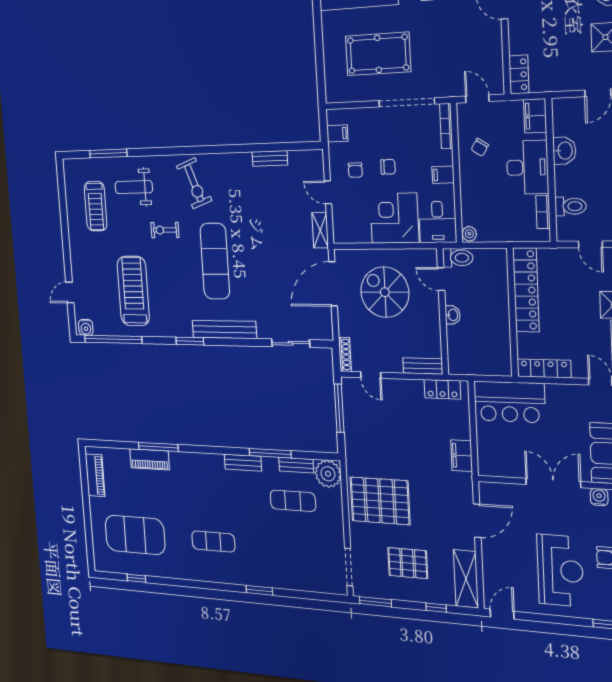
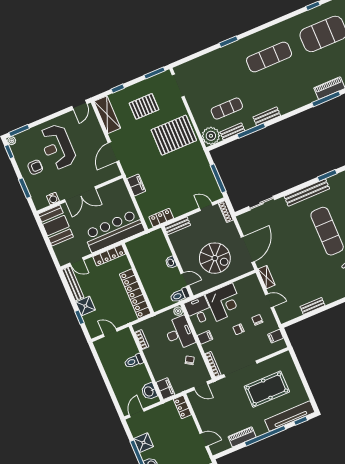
washbasin: (564, 151) -> (149, 391), moved
desk: (527, 167) -> (179, 333), moved, turned 180
toilet: (571, 206) -> (134, 361), moved
bar counter: (509, 402) -> (114, 231), width x1.36
exercise mat: (213, 541) -> (269, 57), width x1.36, depth x1.45

